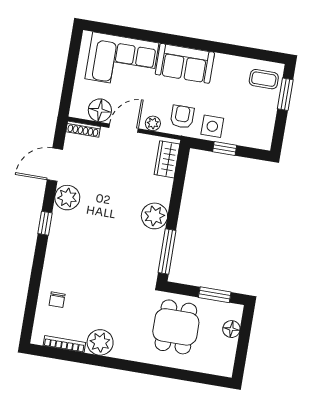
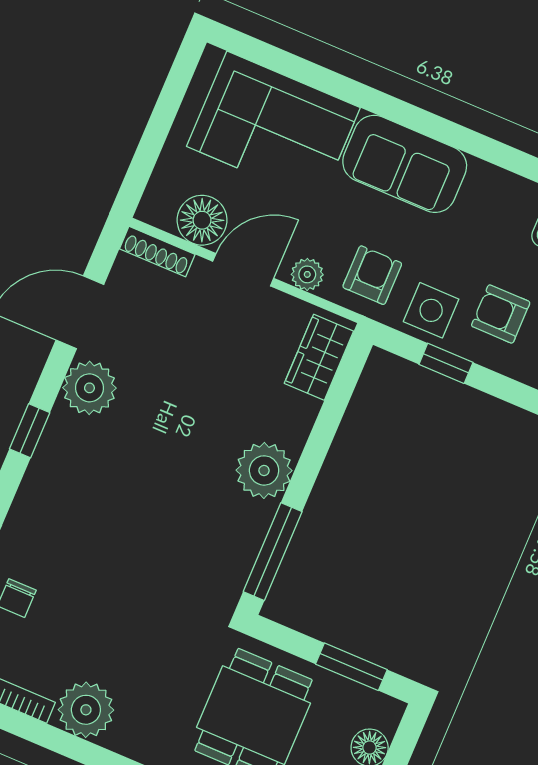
armchair: (244, 120) -> (501, 314), added

